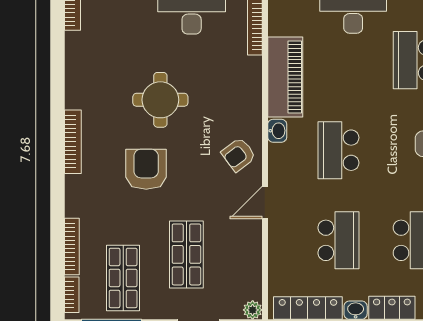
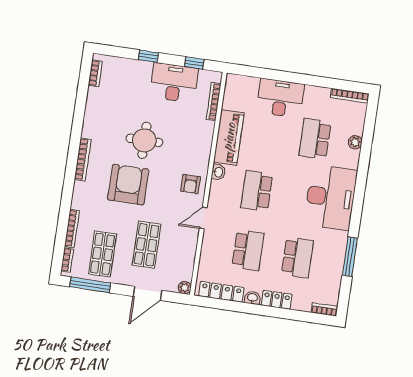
armchair: (238, 155) -> (191, 184), turned -53
armchair: (146, 169) -> (128, 185), width x1.36, depth x1.36

